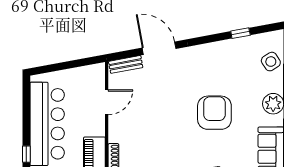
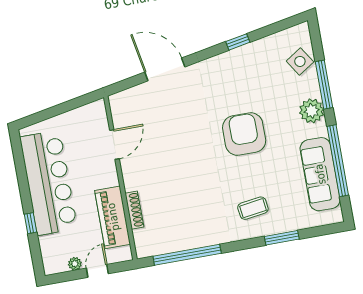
window: (240, 33) -> (238, 42), moved
bench: (126, 64) -> (129, 96), removed

